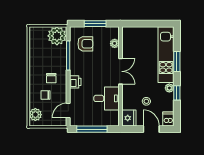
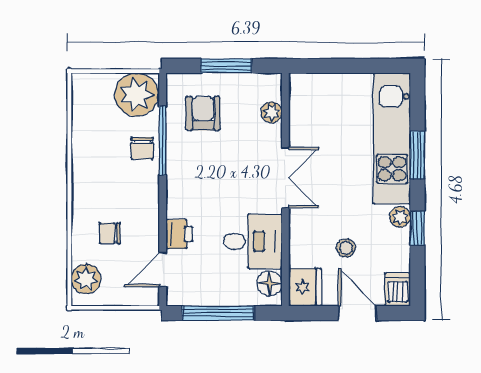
armchair: (85, 44) -> (203, 113), turned -90
chair: (51, 78) -> (142, 148), moved
printer: (75, 82) -> (179, 234), moved
floor lamp: (114, 116) -> (270, 283), added

